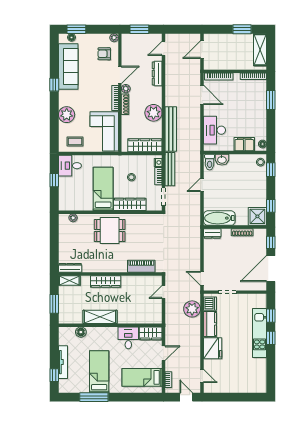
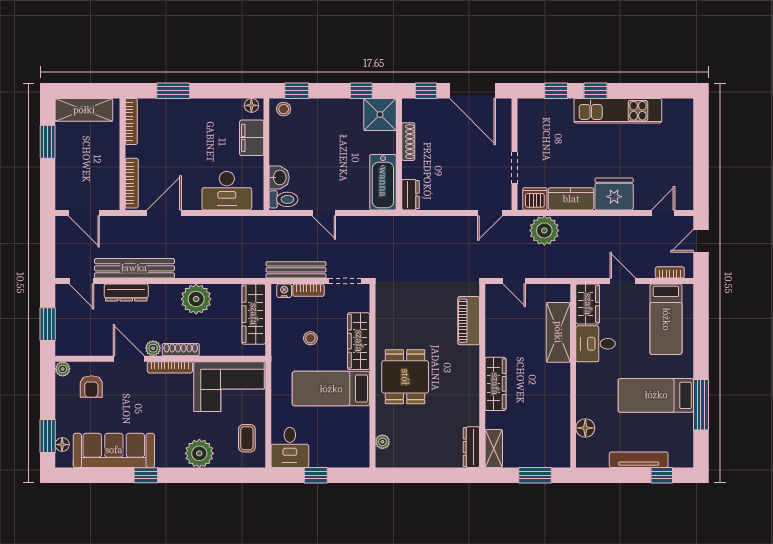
bench: (171, 129) -> (134, 268), moved
shelving: (100, 317) -> (558, 332), moved
kitchen unit: (260, 333) -> (618, 111), moved

